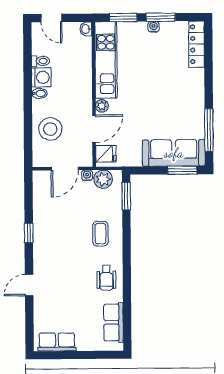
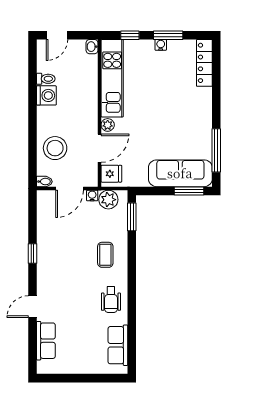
window: (123, 17) -> (130, 35), width x0.67
door: (51, 18) -> (57, 35), hinge flipped
bidet: (39, 93) -> (44, 182), moved
row of seats: (57, 342) -> (46, 341), moved, turned 90

